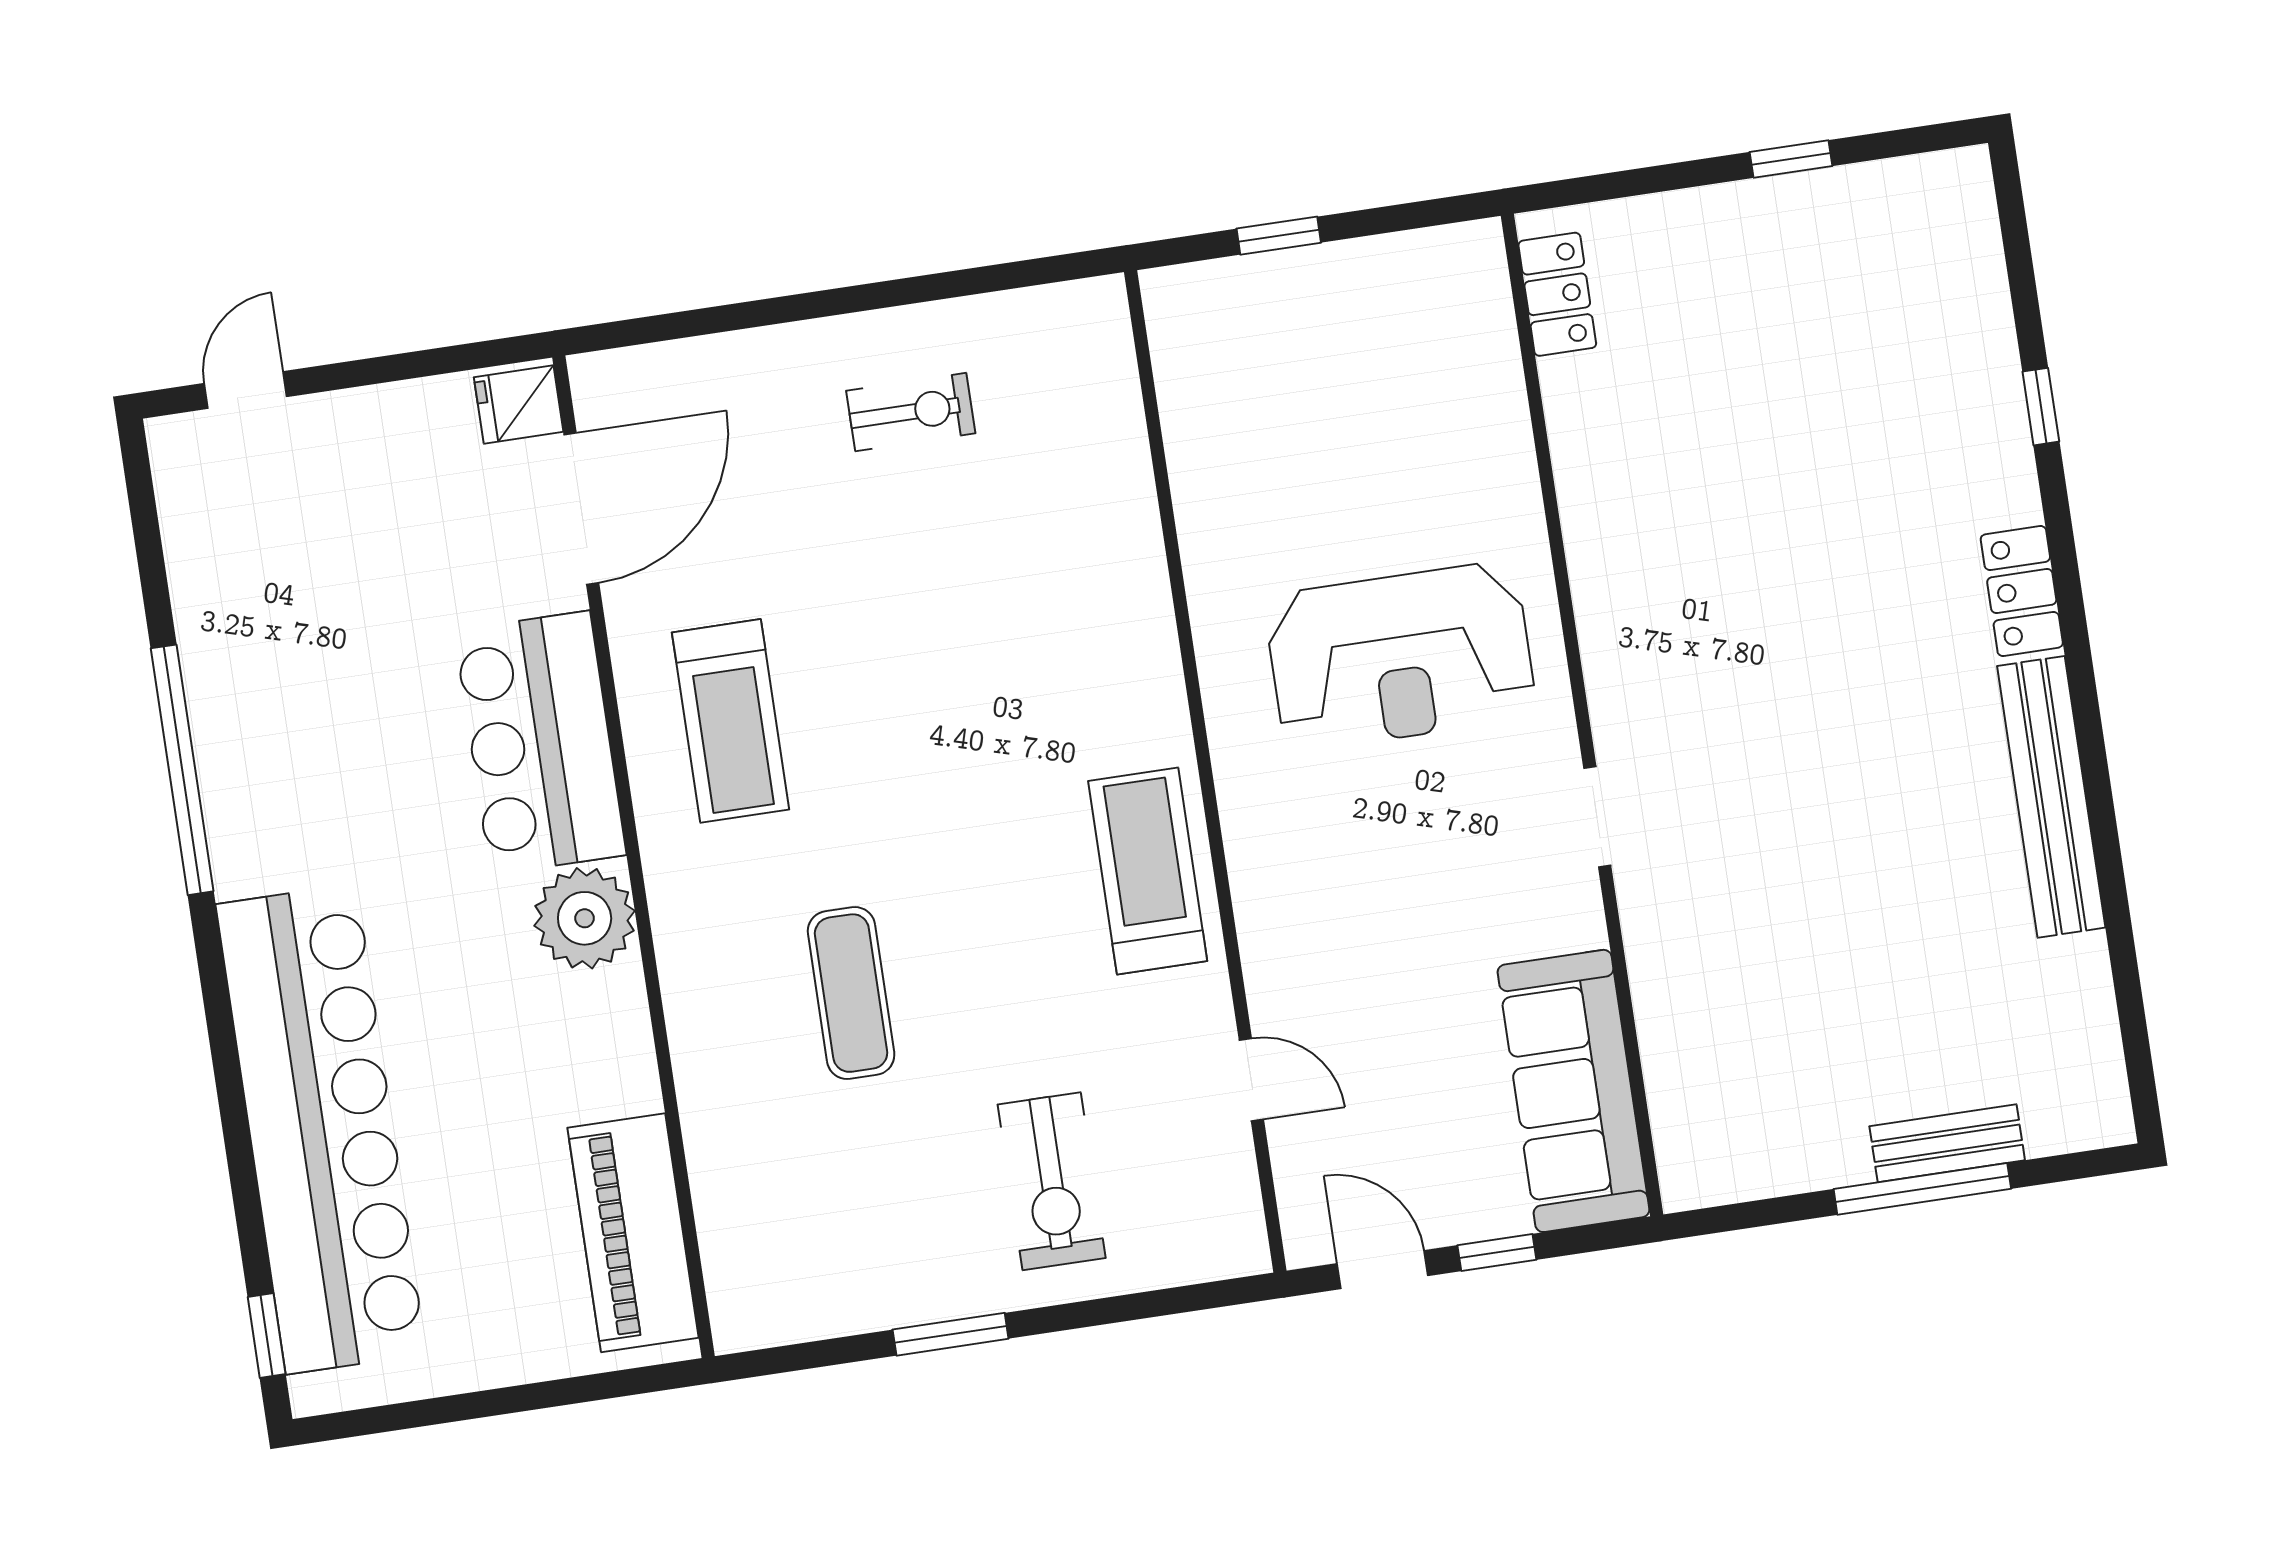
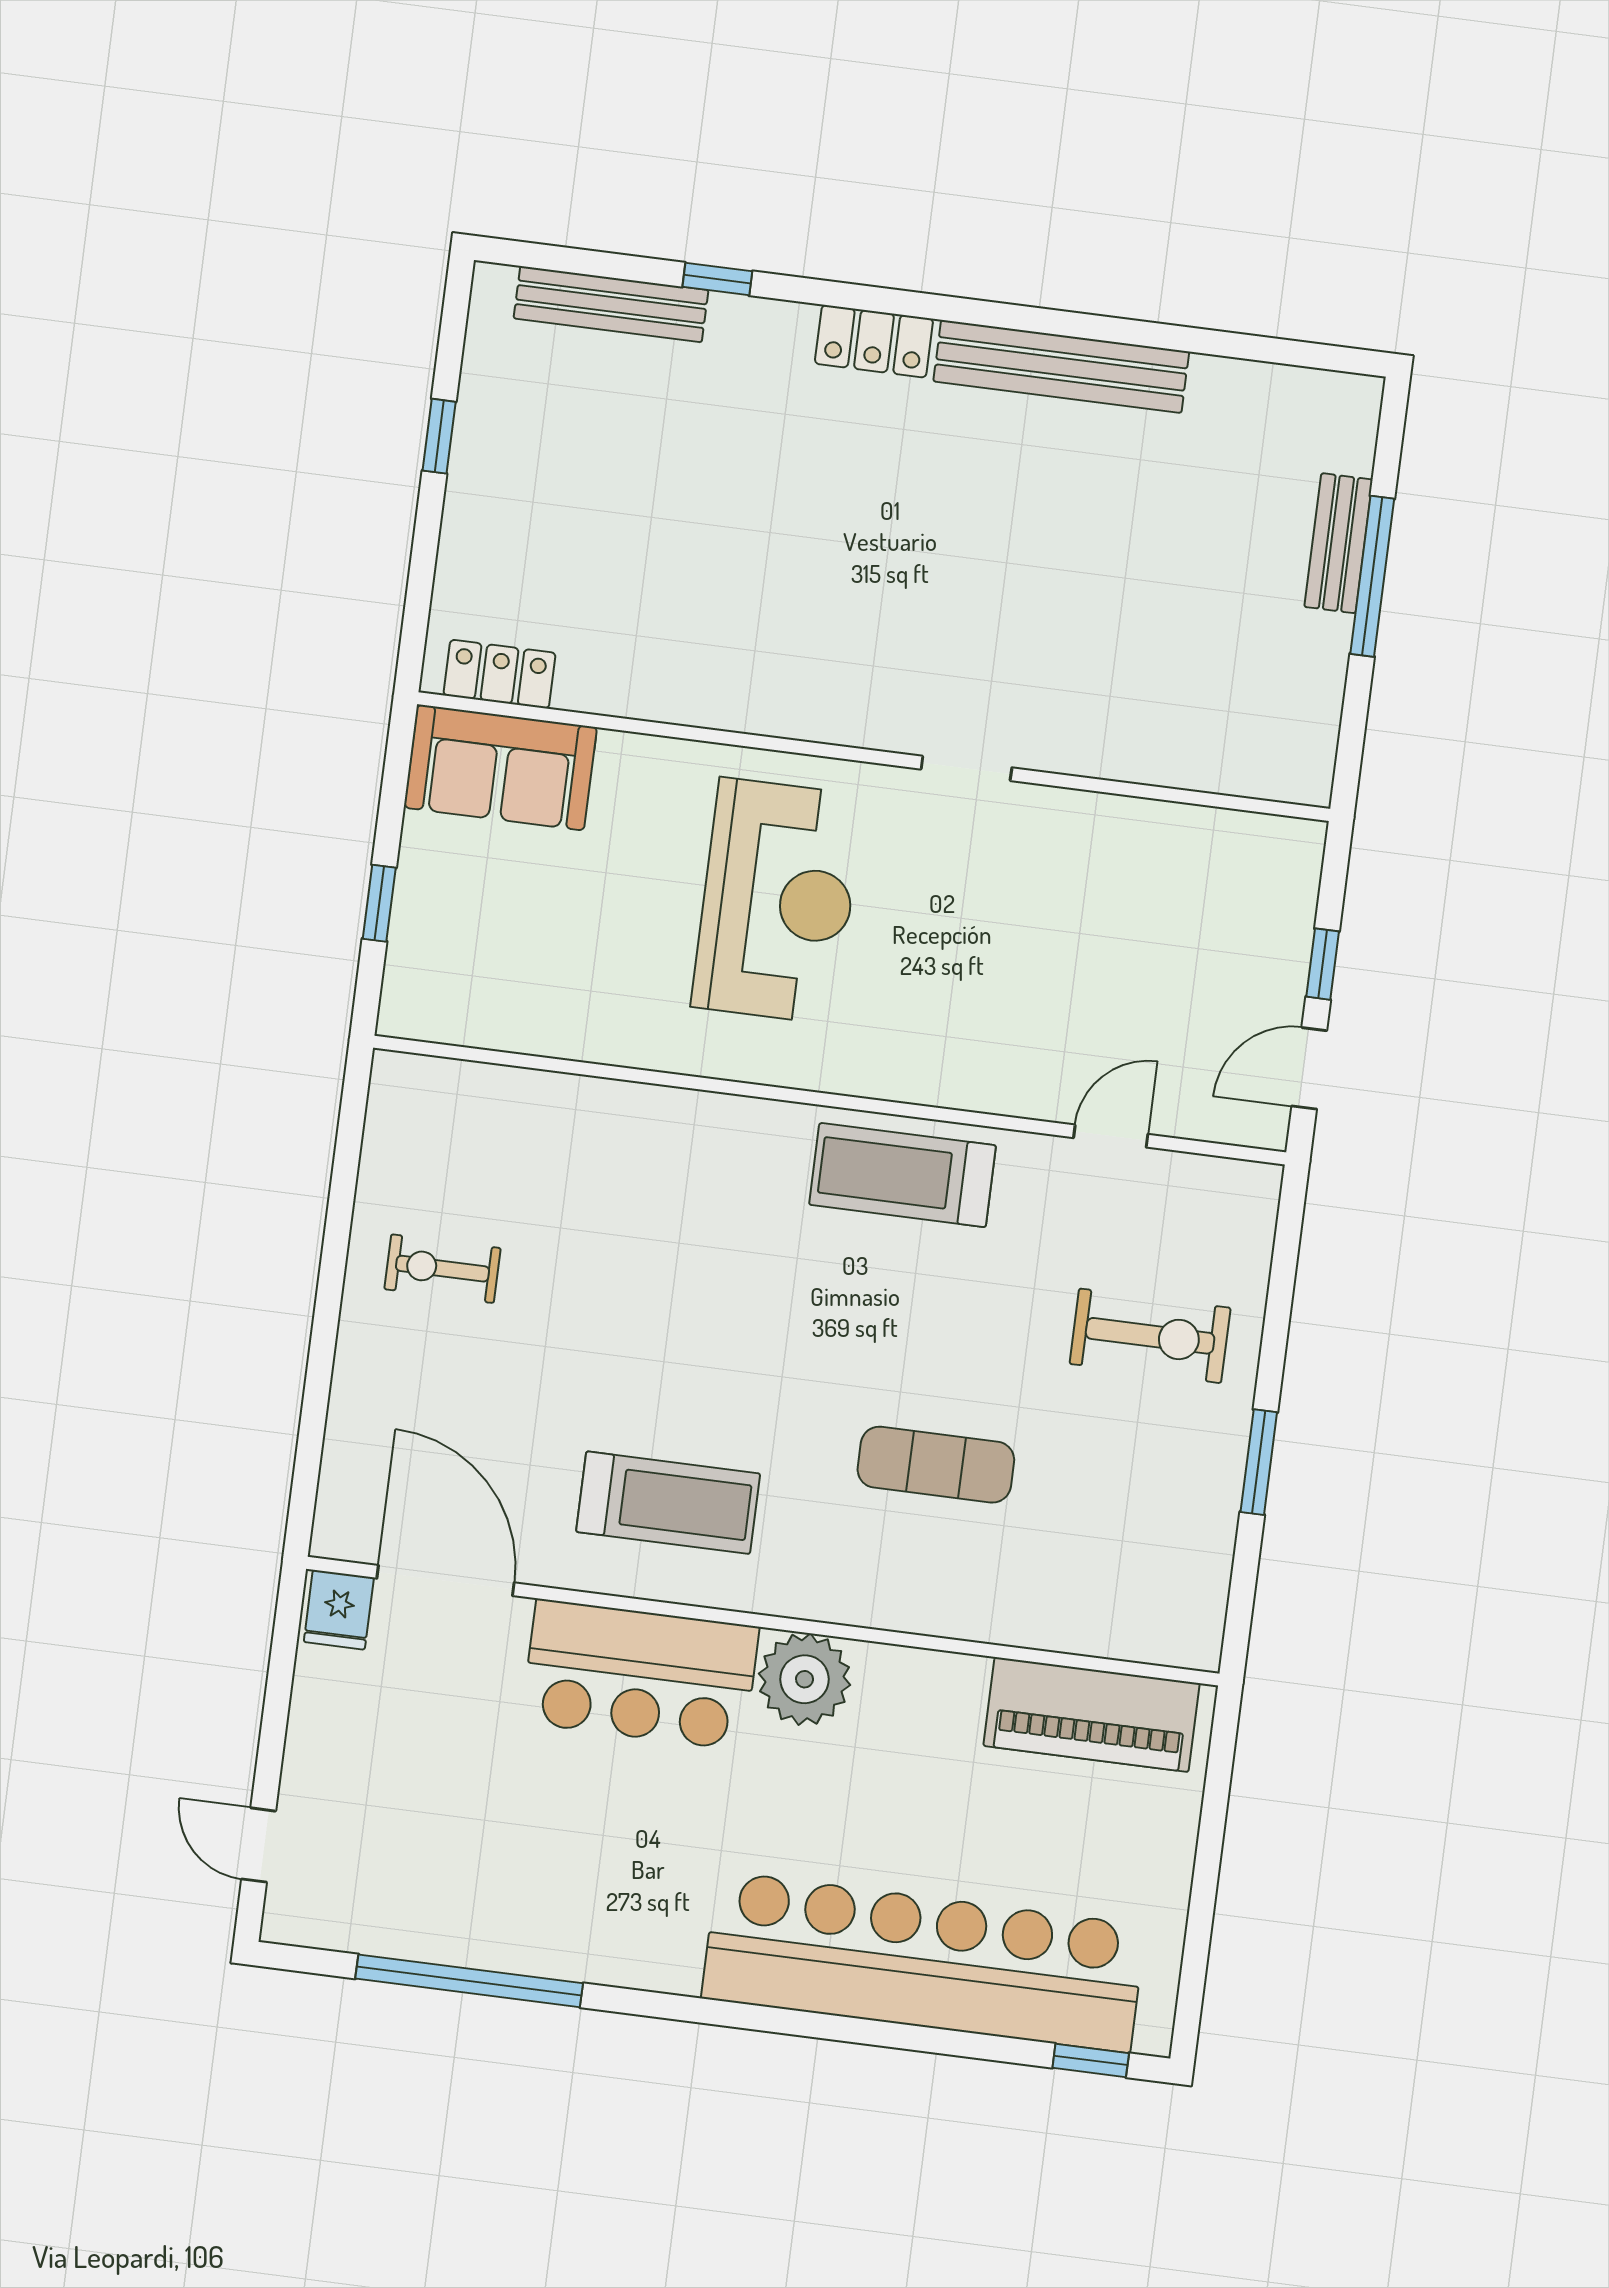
bench: (1982, 302) -> (611, 304), added
exercise bike: (911, 412) -> (443, 1269), turned -90
window: (182, 770) -> (469, 1981), moved
sofa: (1573, 1091) -> (501, 767), moved, width x0.73

